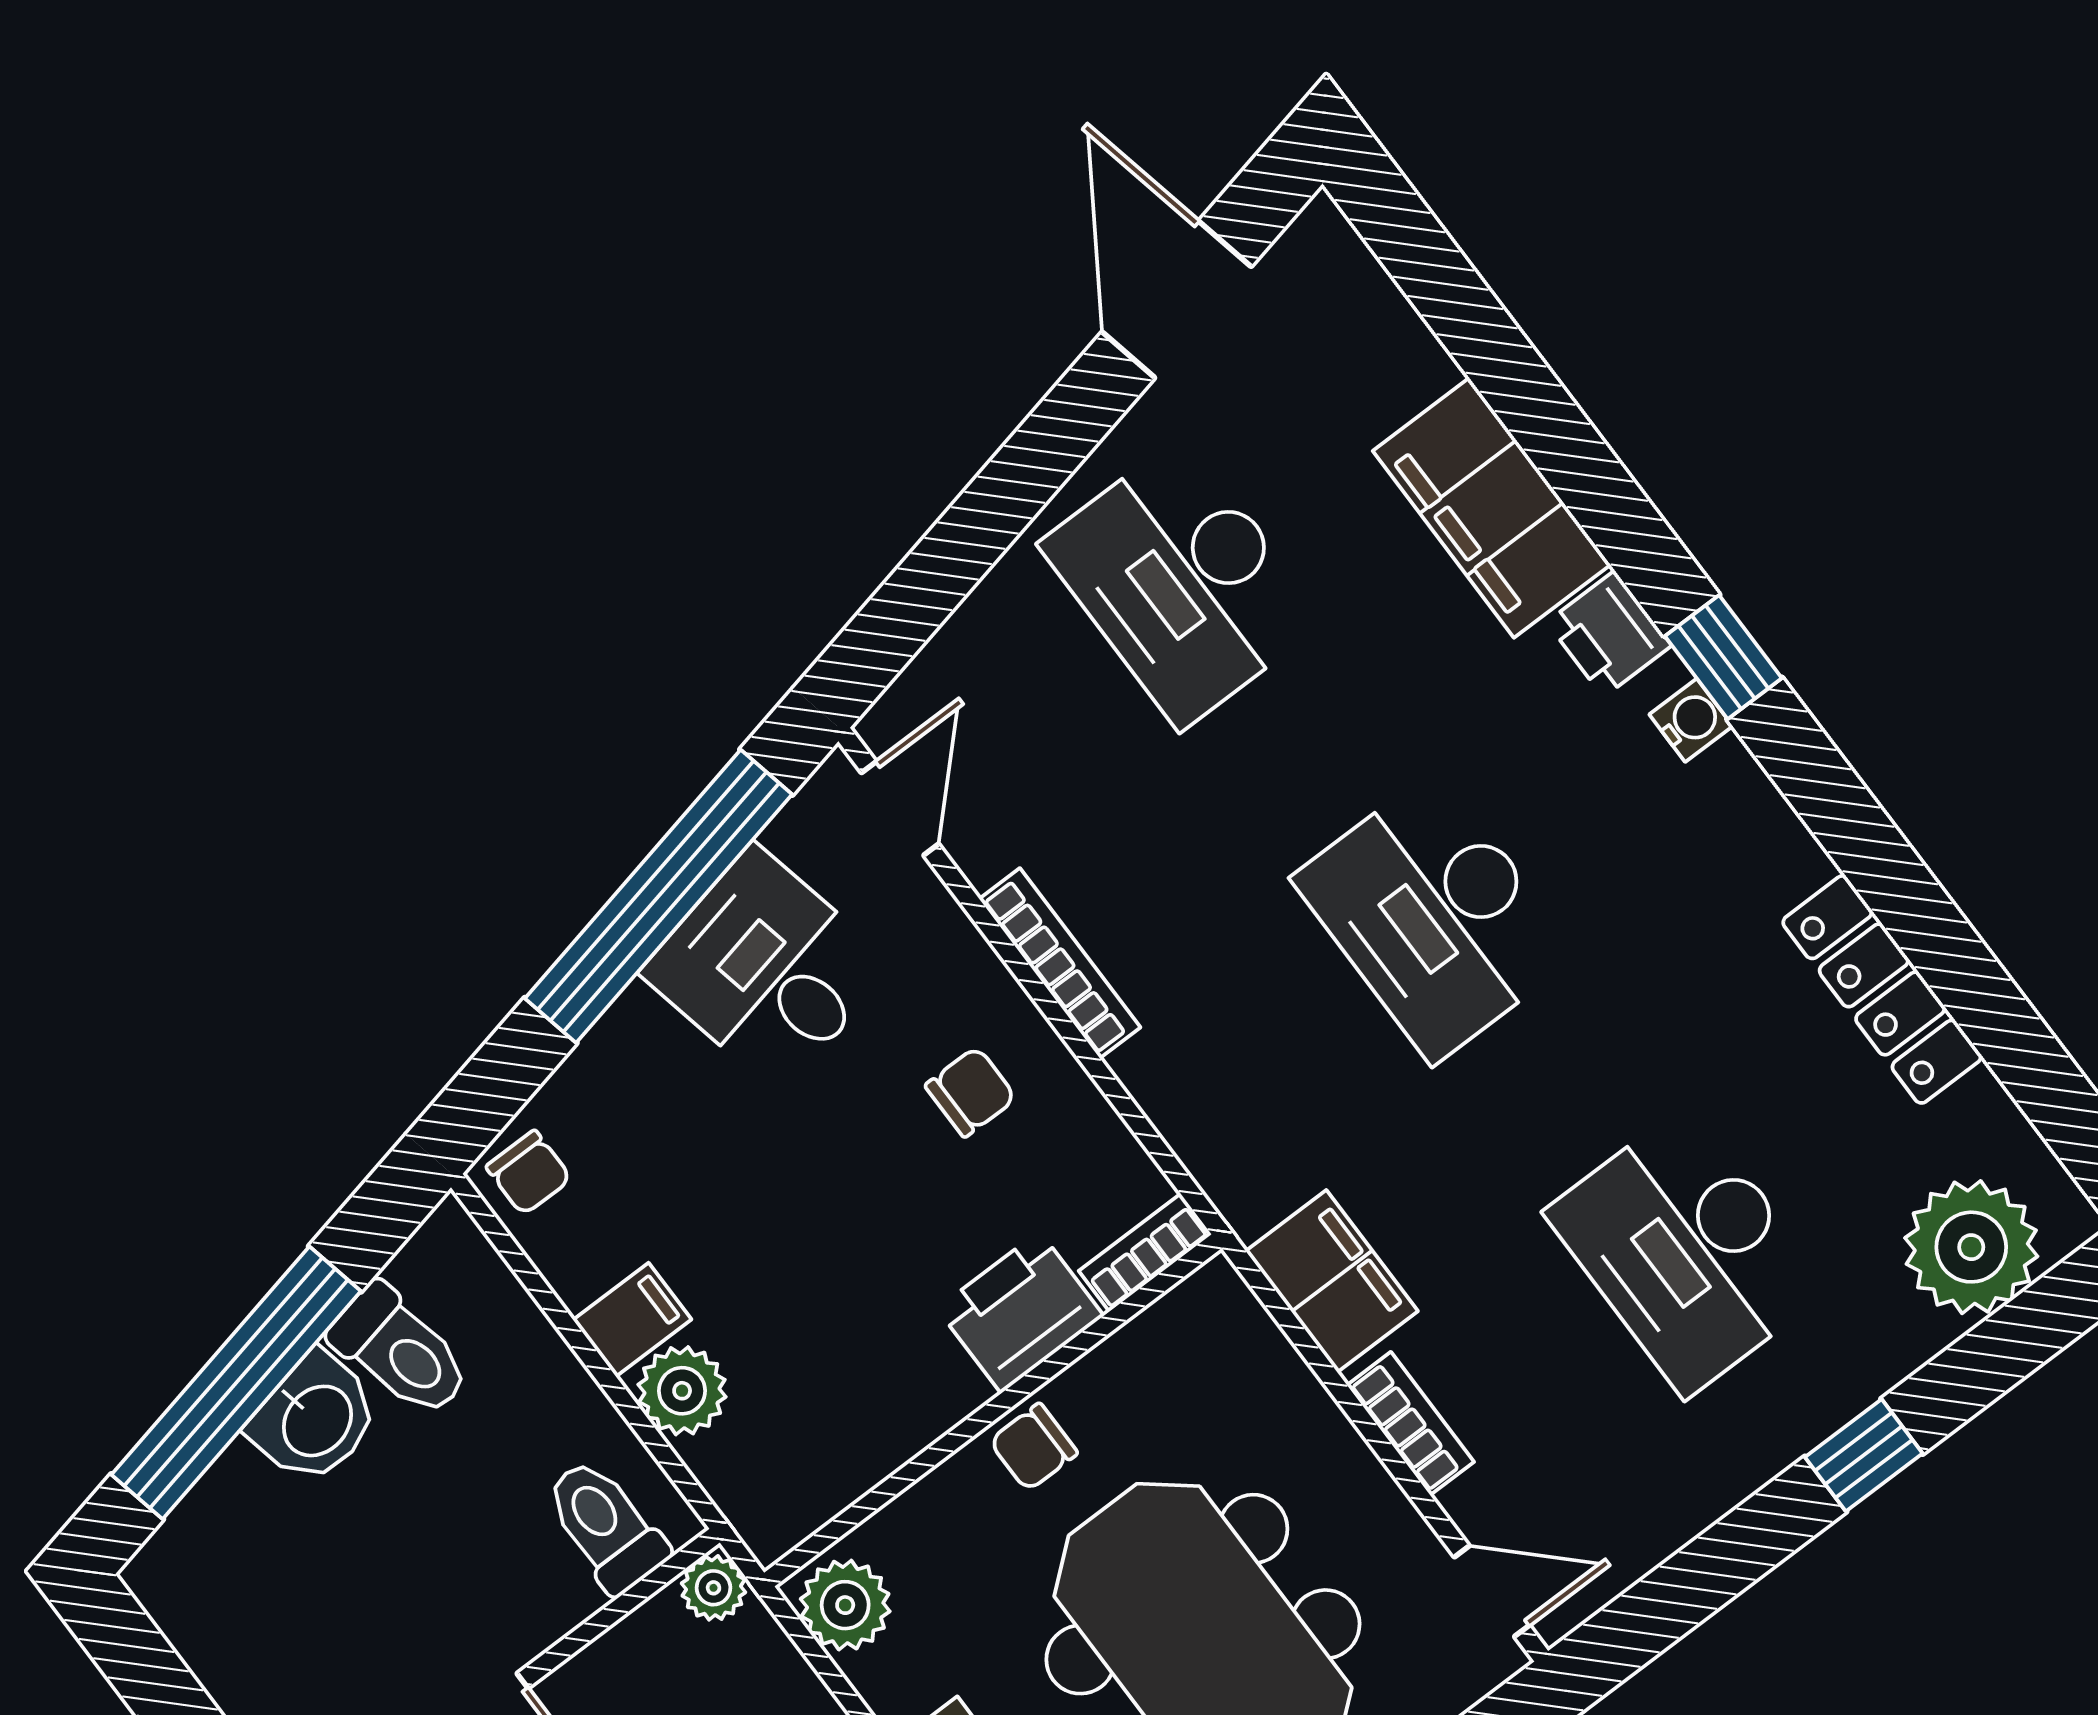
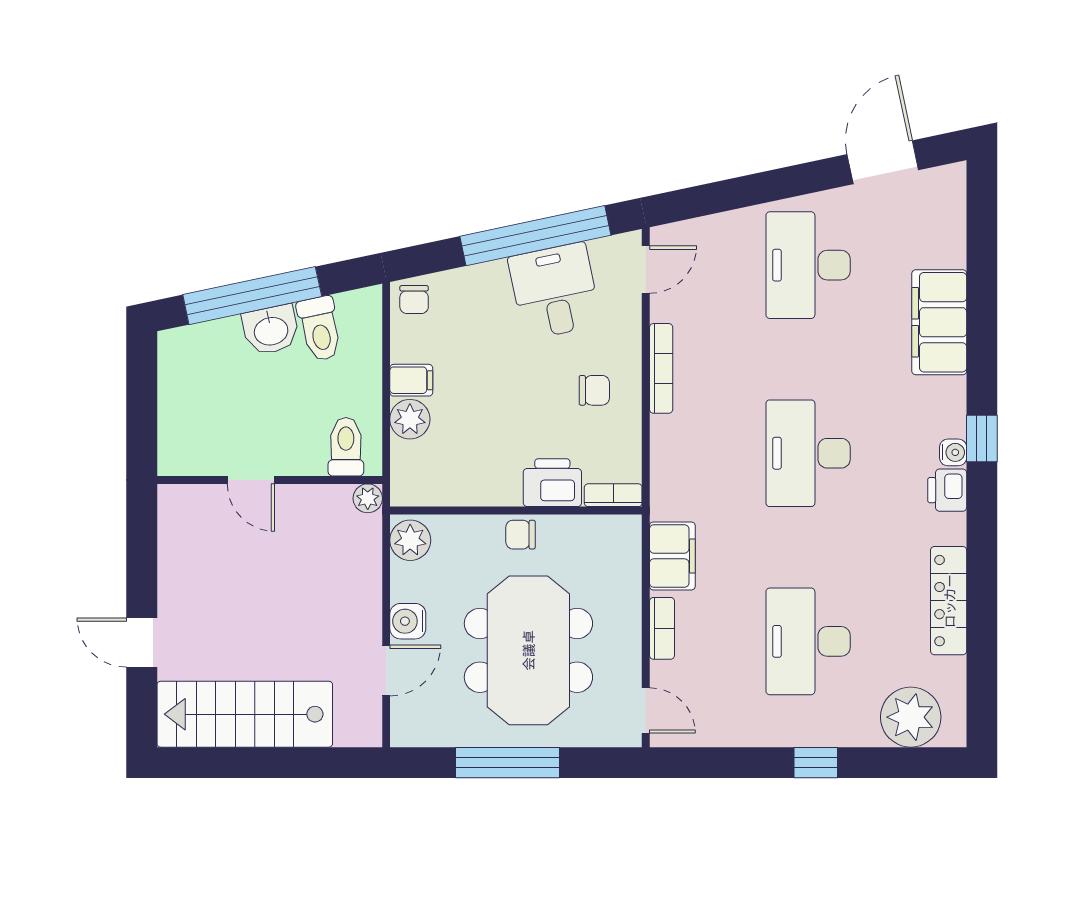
printer: (1609, 634) -> (947, 490), moved

